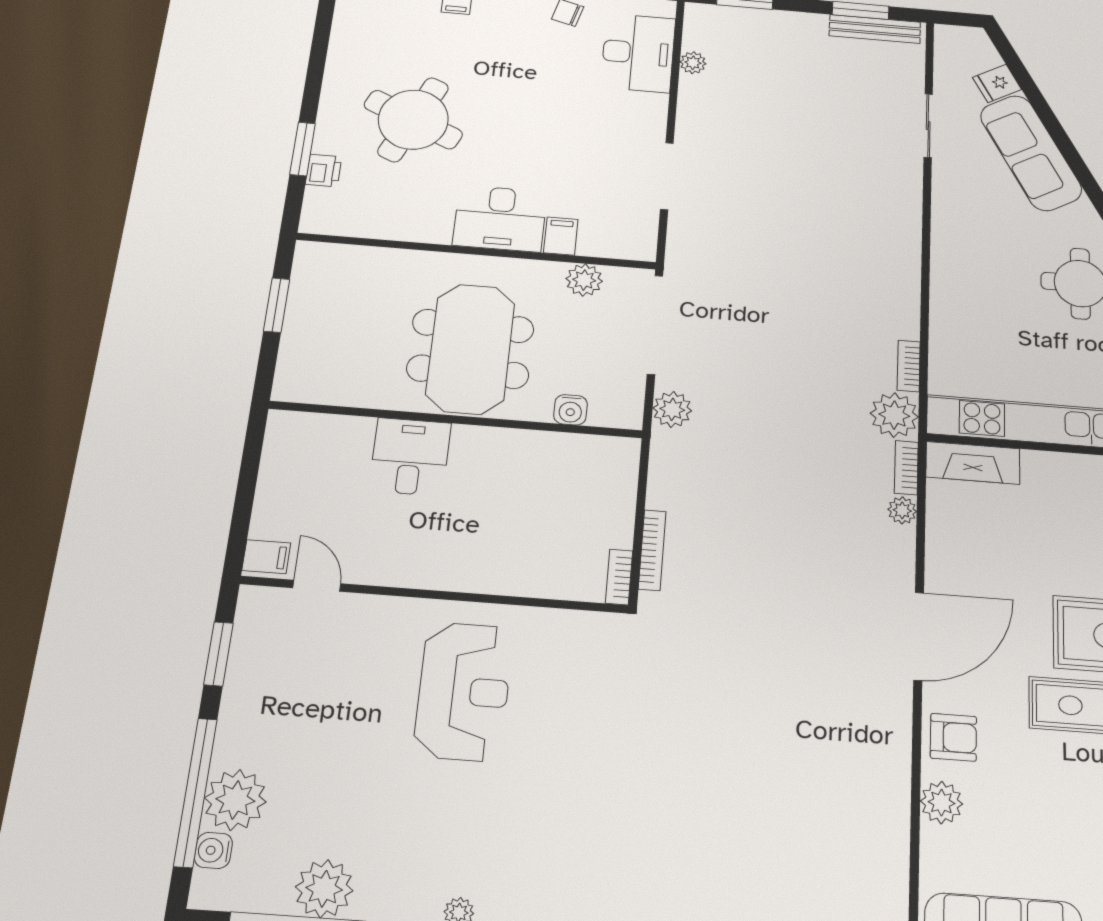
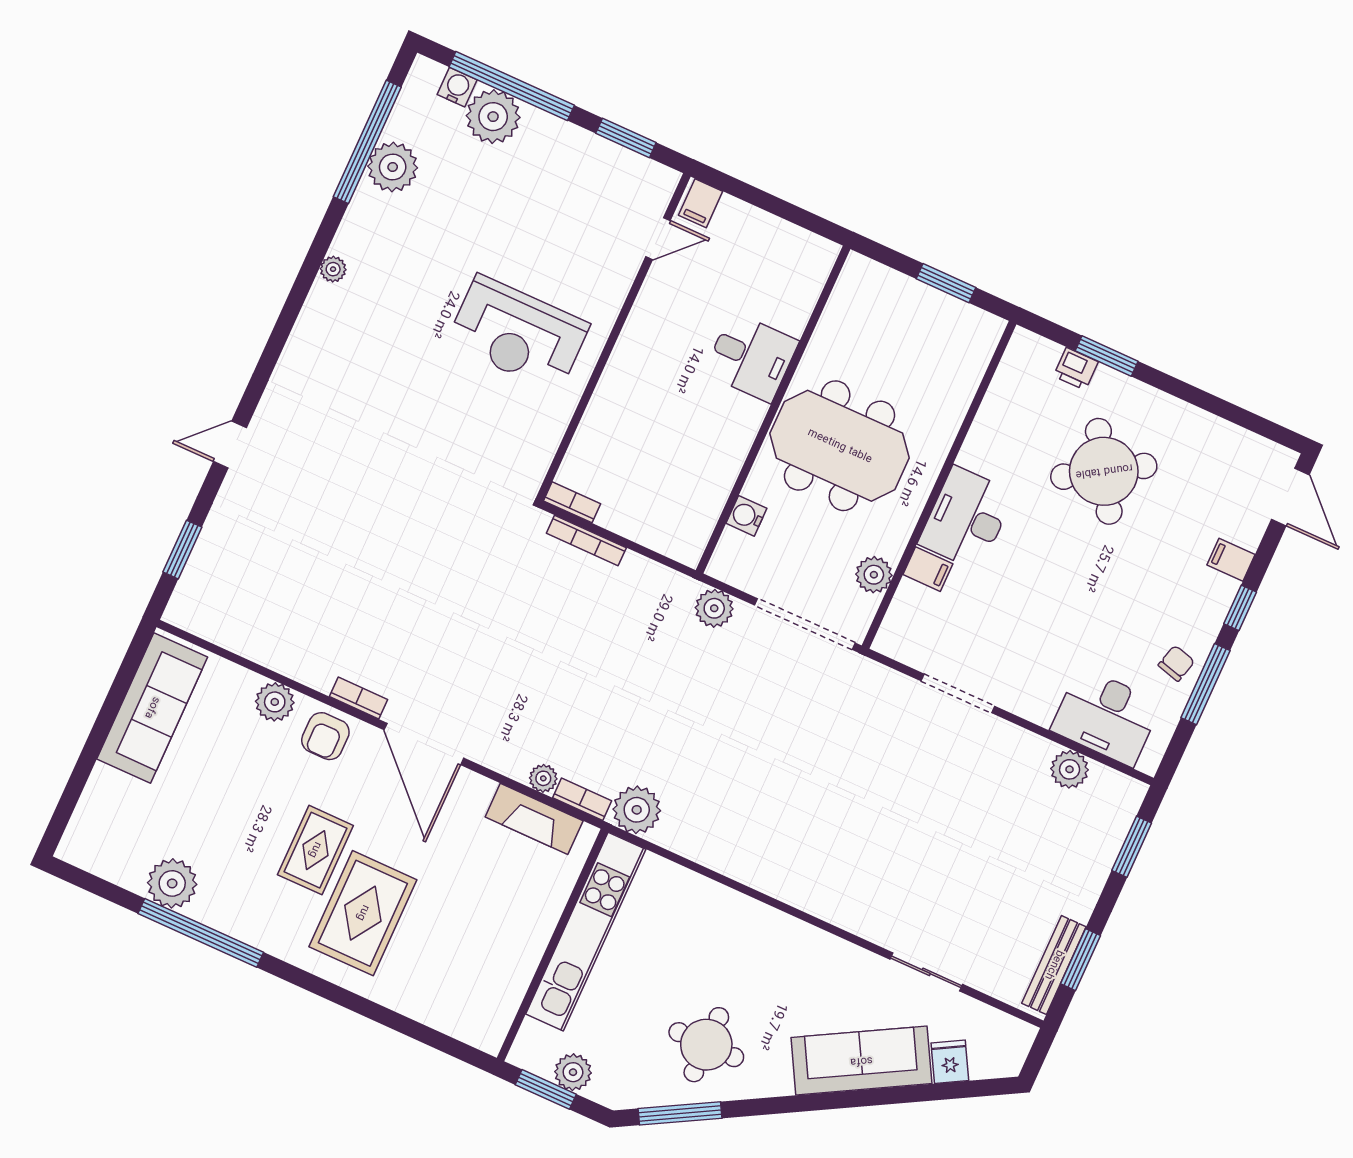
plant: (693, 63) -> (1070, 769), width x1.38, depth x1.38
round table: (413, 120) -> (1104, 471), turned 34
bookcase: (909, 366) -> (359, 698), moved
fireplace: (973, 463) -> (534, 819), moved, turned -90

